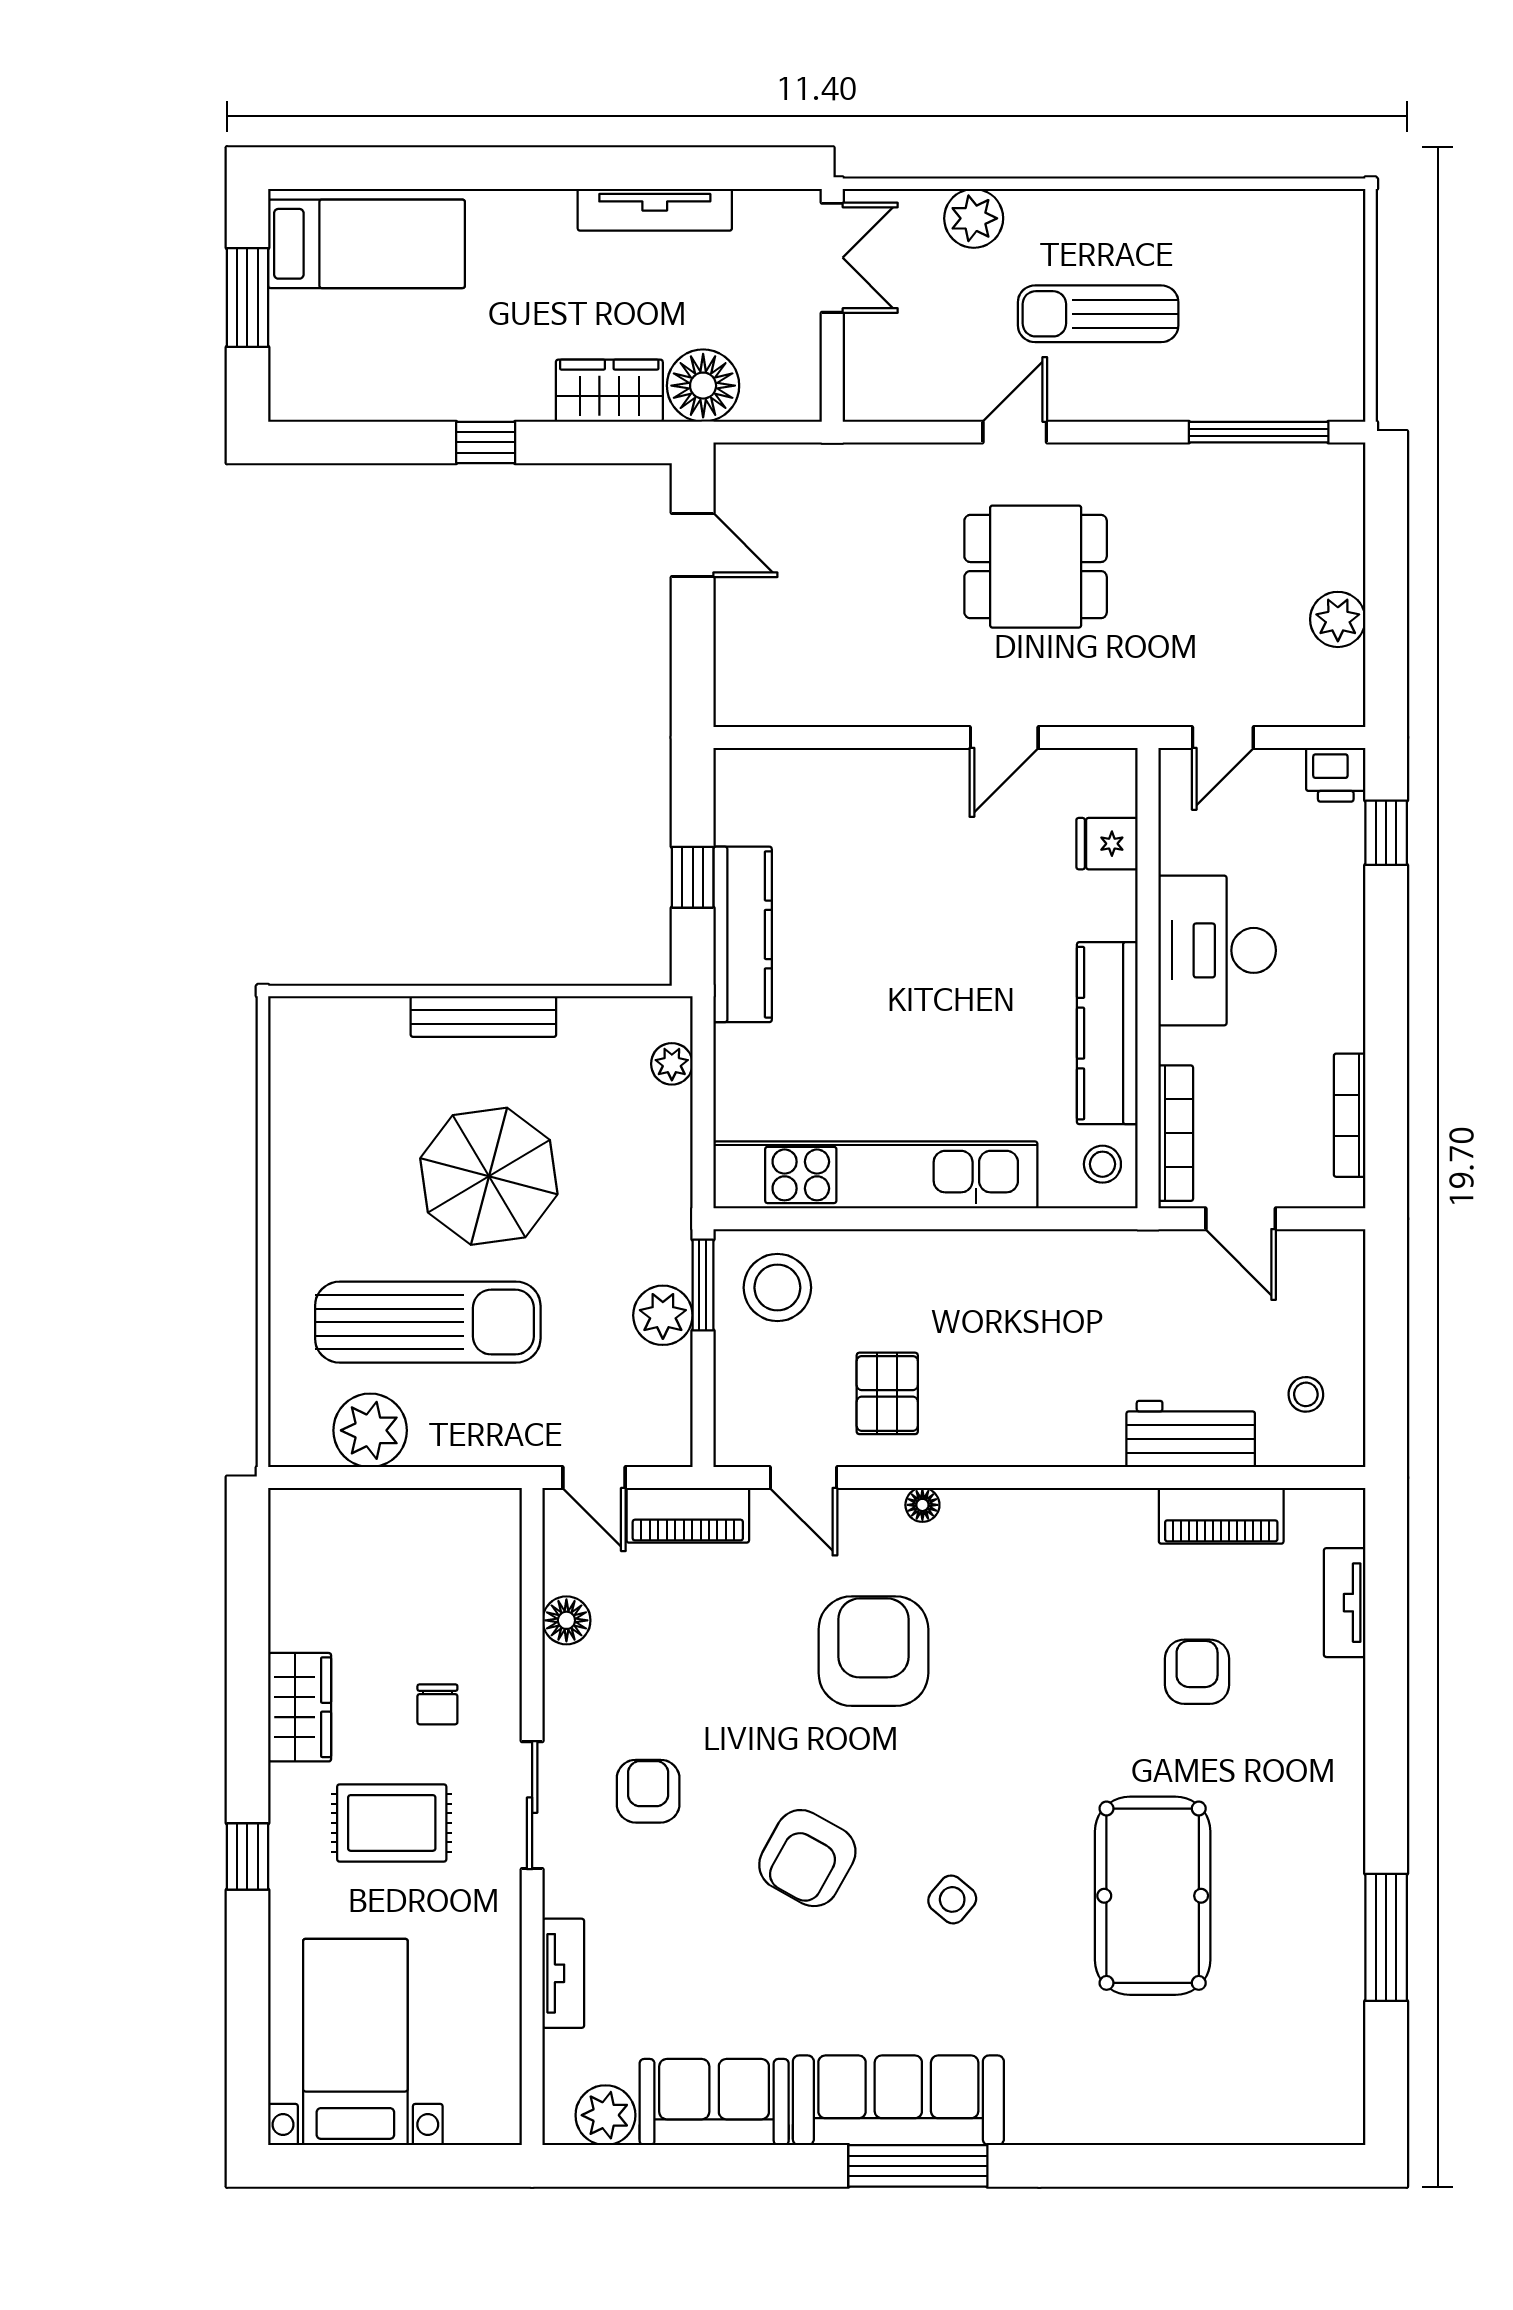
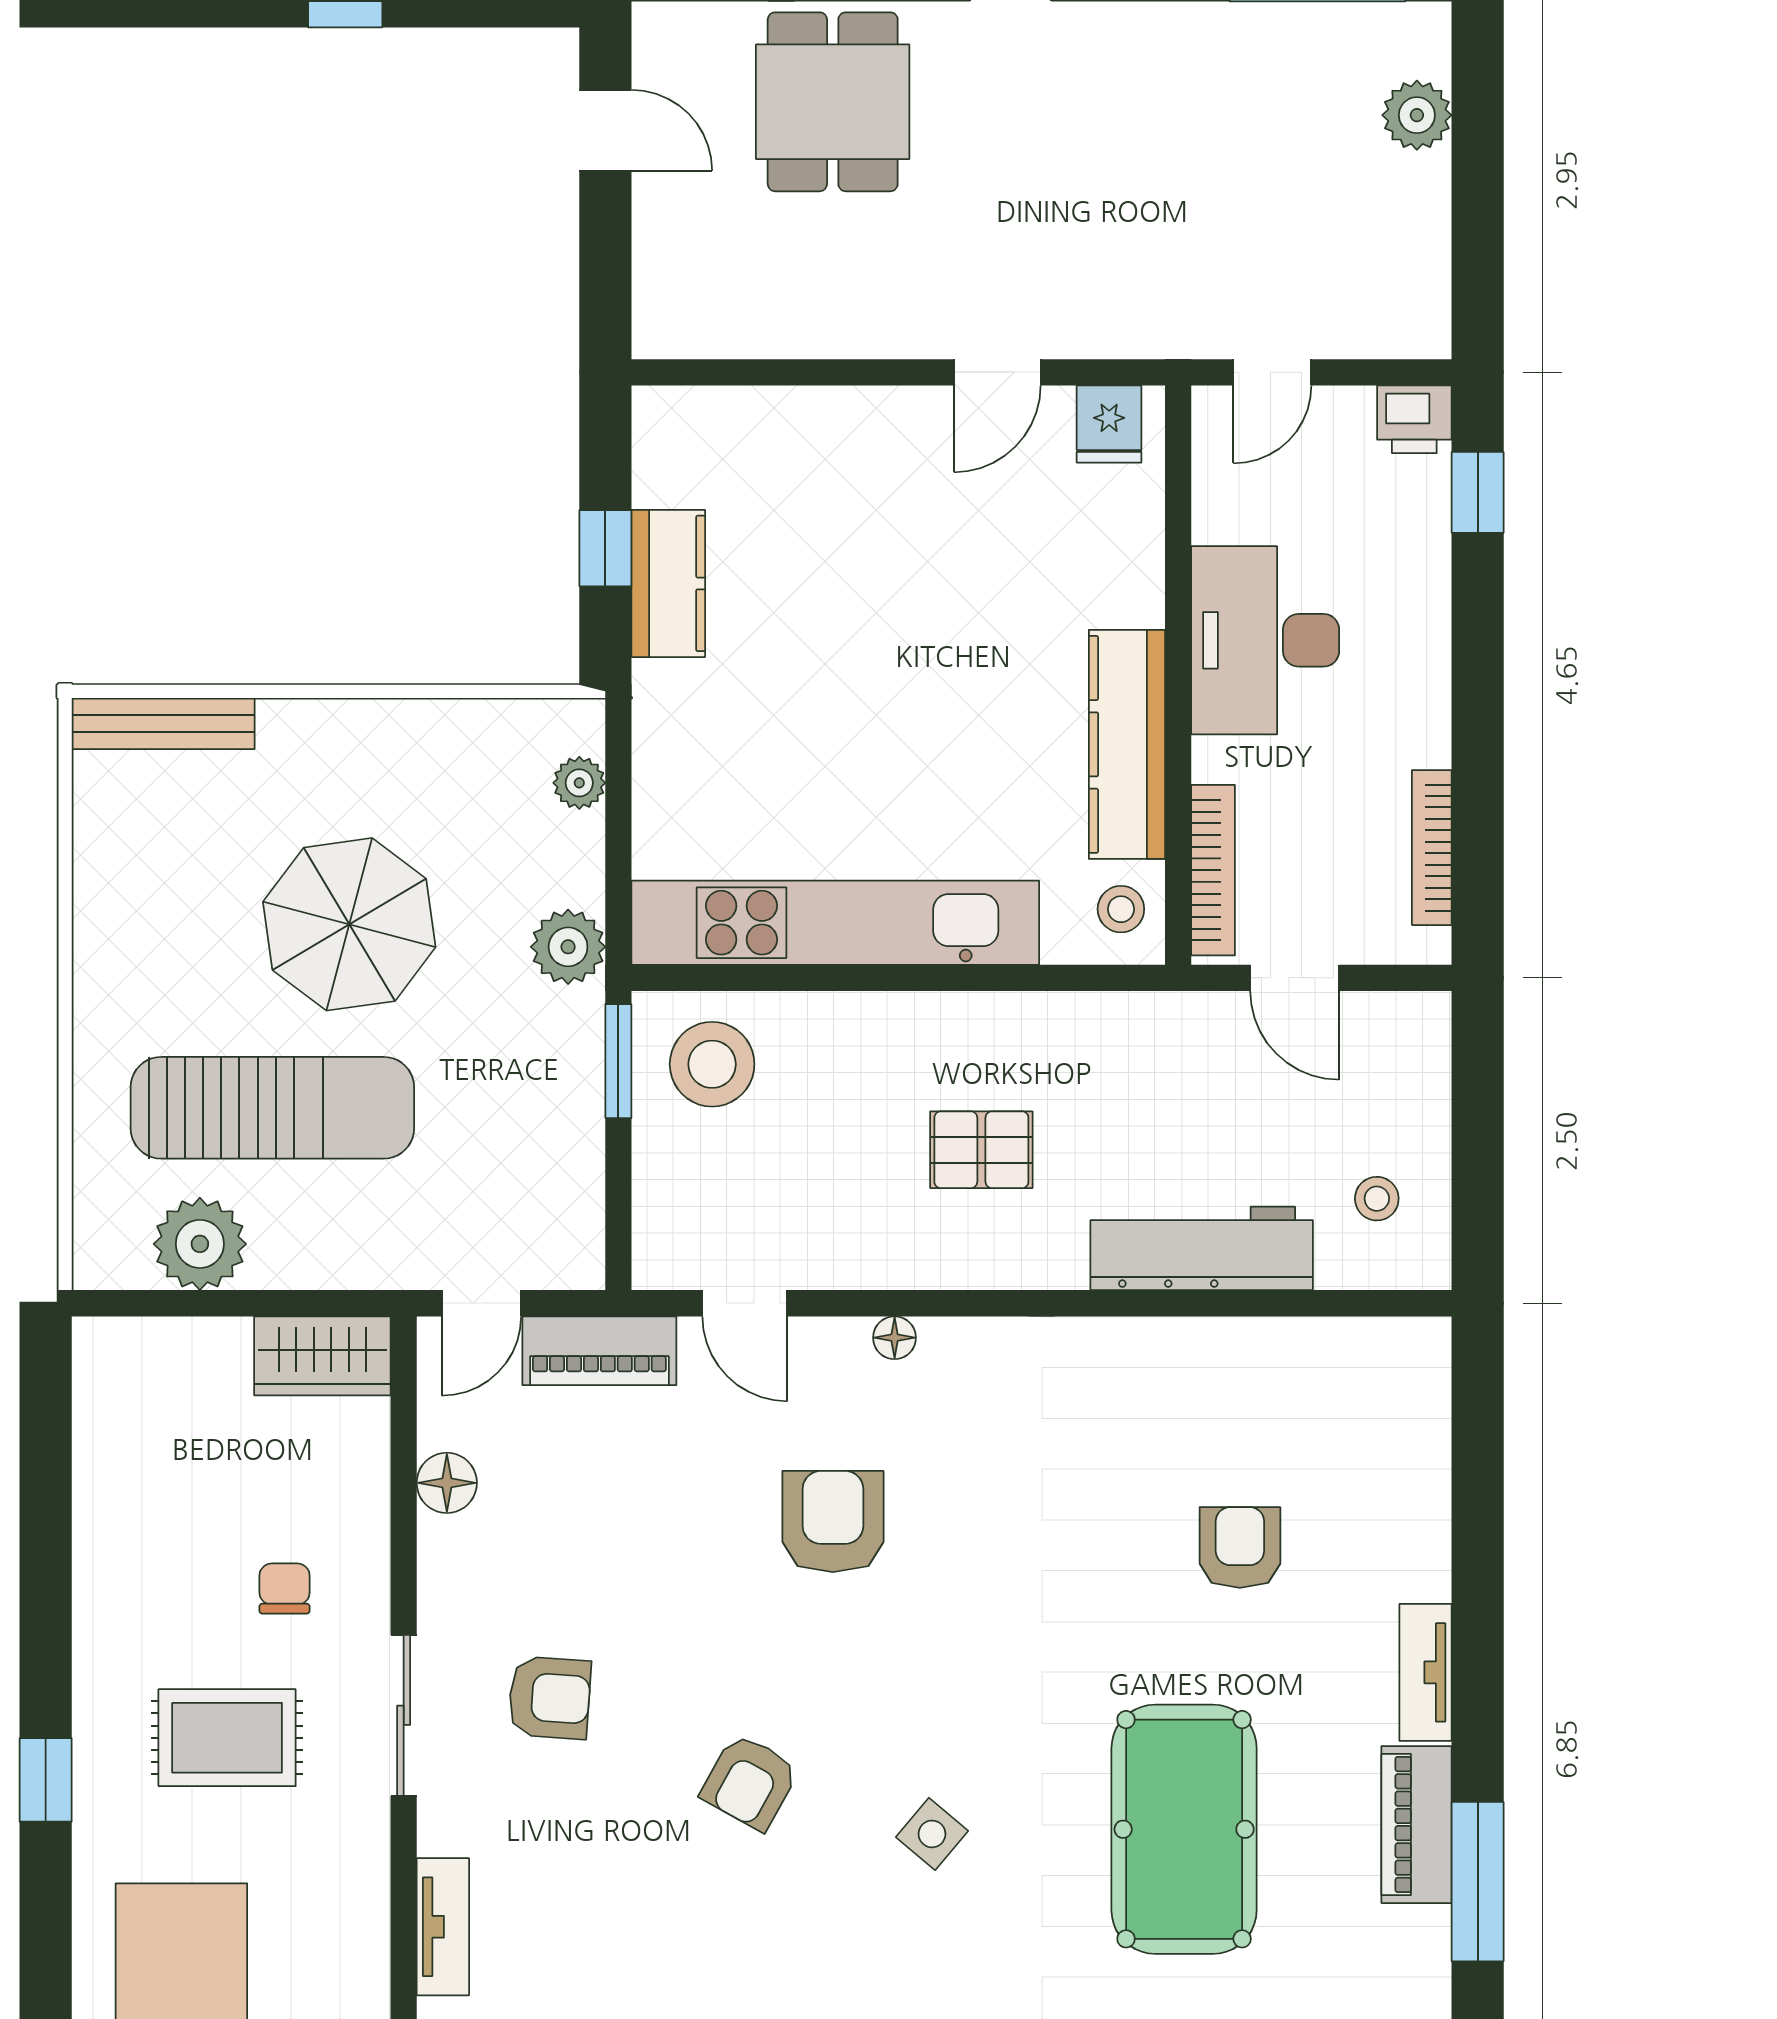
dining table: (1036, 567) -> (833, 102), moved, turned 90
plant: (1338, 619) -> (1417, 115), moved
fridge: (1107, 844) -> (1109, 424), moved, turned -90
kitchen counter: (743, 934) -> (668, 583), width x0.67
bench: (483, 1017) -> (163, 724), moved
plant: (663, 1315) -> (568, 947), moved
pallet: (887, 1393) -> (981, 1150), moved, turned 90
workbench: (1191, 1434) -> (1202, 1248), width x1.38
door: (594, 1478) -> (482, 1303), hinge flipped
piano: (1221, 1516) -> (1417, 1825), moved, turned 90
tv unit: (1345, 1603) -> (1425, 1672), moved
armchair: (873, 1651) -> (833, 1522), width x0.73, depth x0.73
chair: (437, 1704) -> (285, 1589), turned 180
wardrobe: (300, 1707) -> (322, 1356), moved, turned 90
armchair: (648, 1791) -> (550, 1698), turned 94
armchair: (807, 1858) -> (750, 1782), width x0.72, depth x0.72

